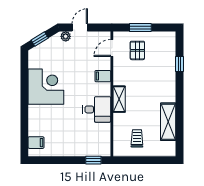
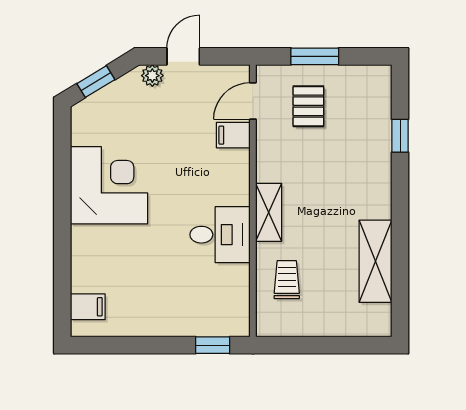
filing cabinet: (103, 76) -> (233, 135), moved
trolley: (137, 138) -> (287, 280), moved

